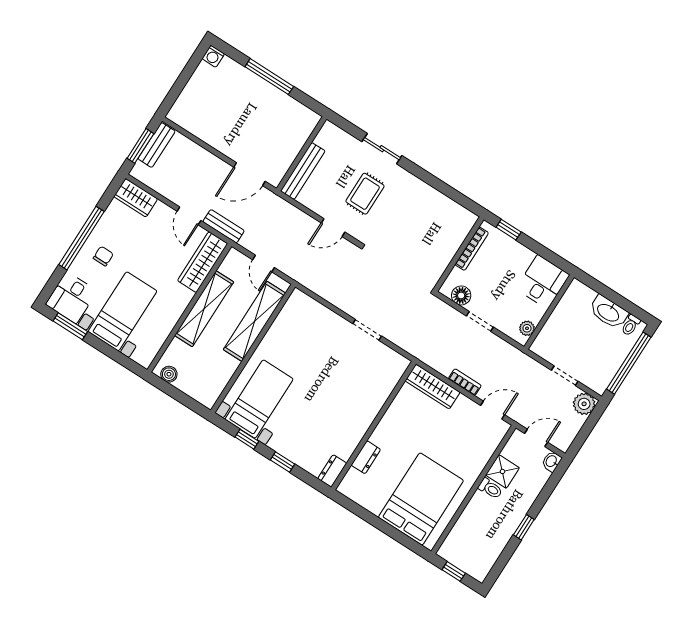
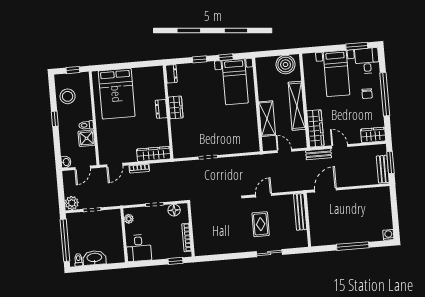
shelving: (254, 321) -> (267, 119), width x0.68
boiler: (169, 374) -> (286, 64), width x1.86, depth x1.86
wardrobe: (360, 424) -> (176, 107), added
dresser: (366, 457) -> (161, 109), moved
stool: (486, 543) -> (68, 96), added

